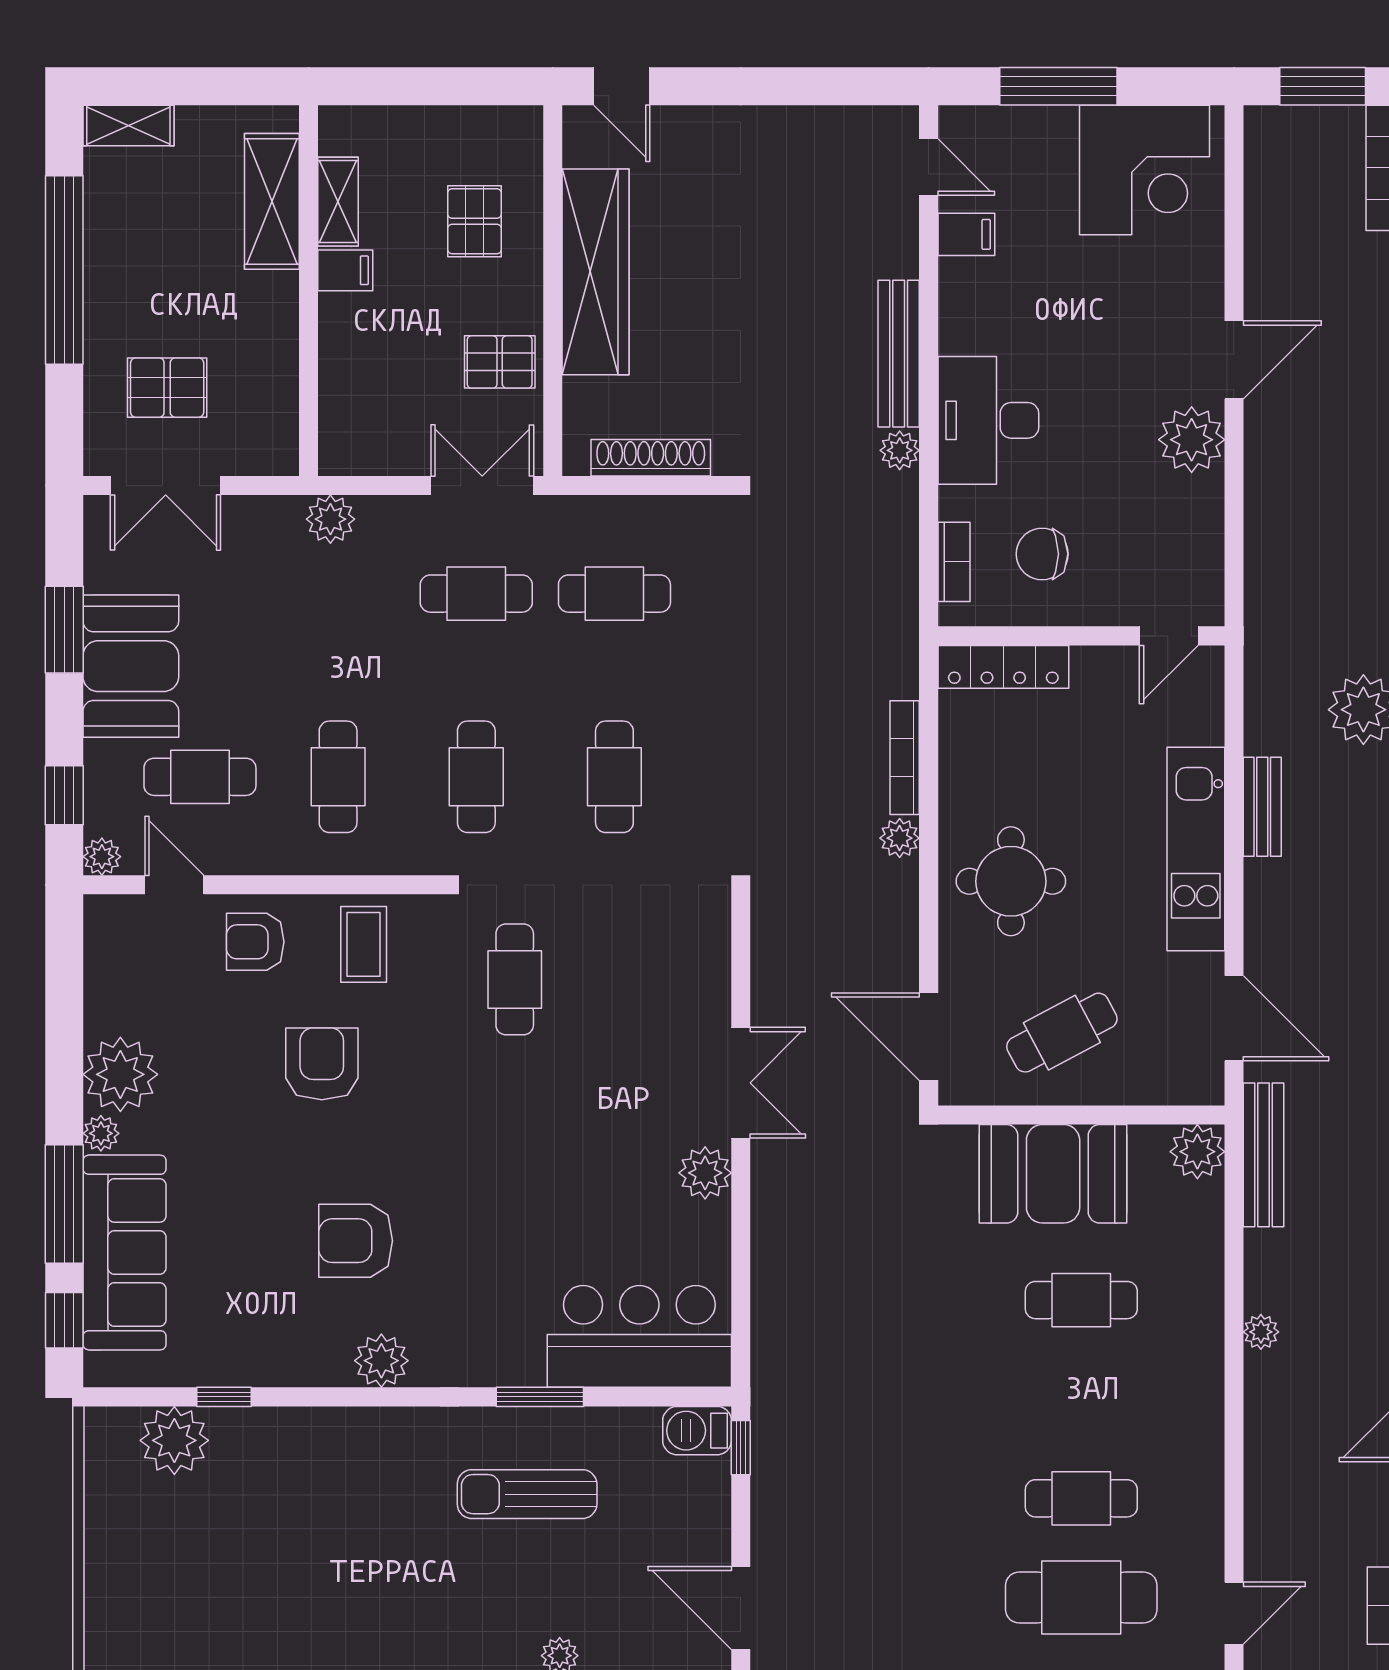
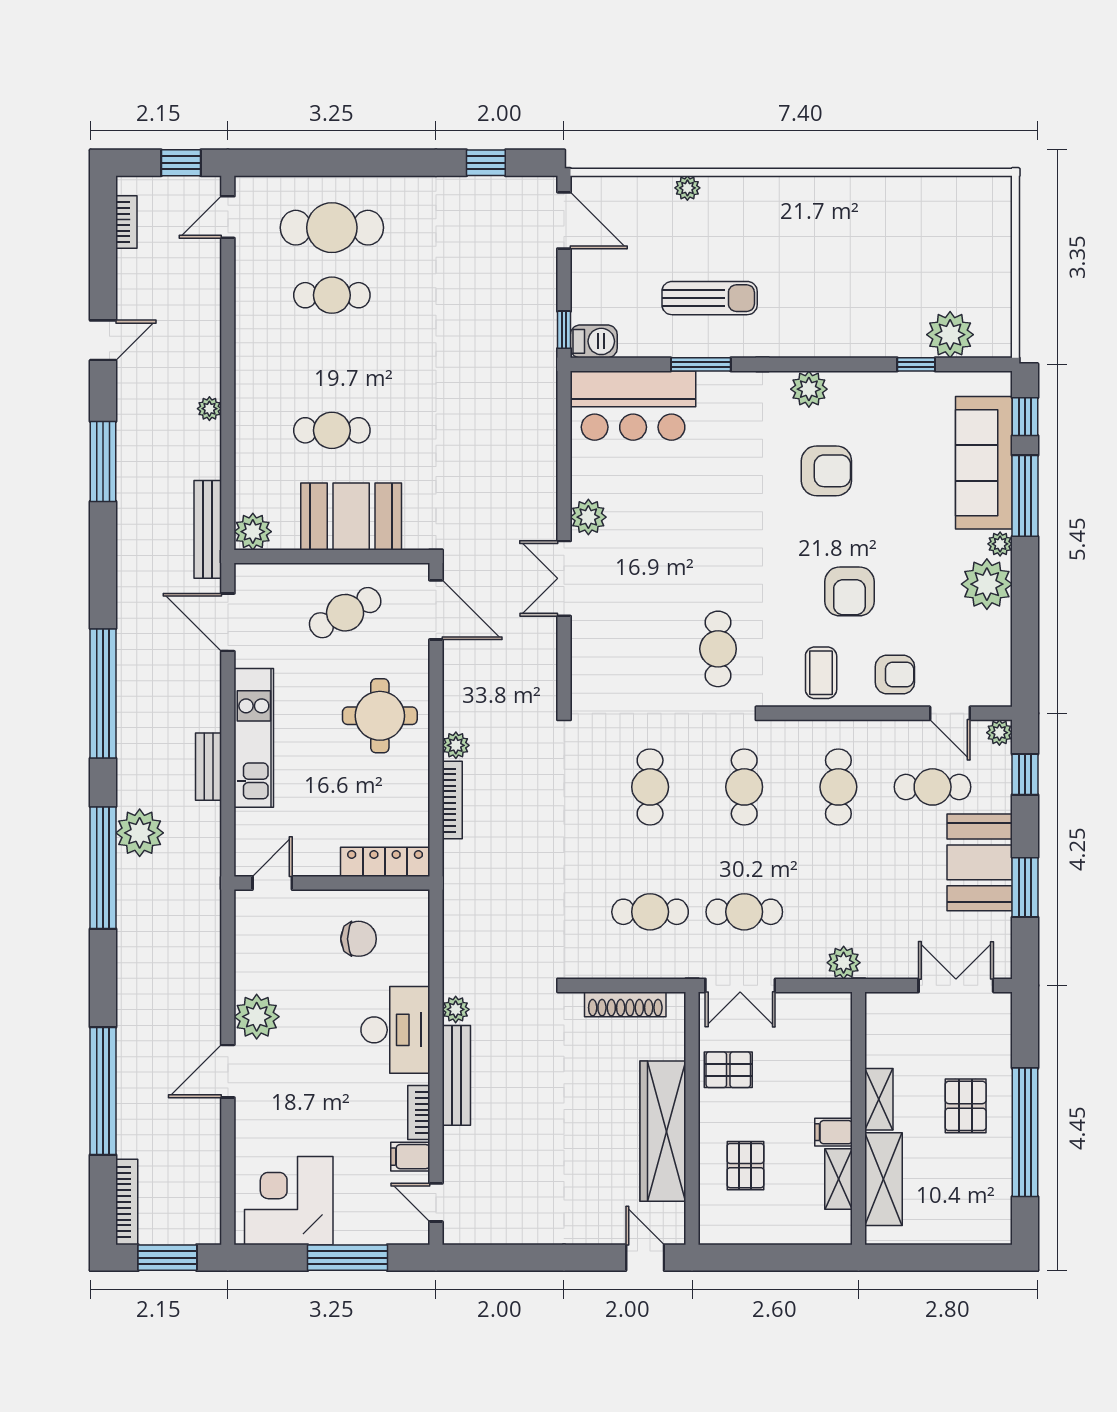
shelving: (128, 125) -> (879, 1099), moved, turned 90
pallet: (167, 388) -> (966, 1106), moved, turned 90
bookcase: (954, 562) -> (419, 1113), moved

